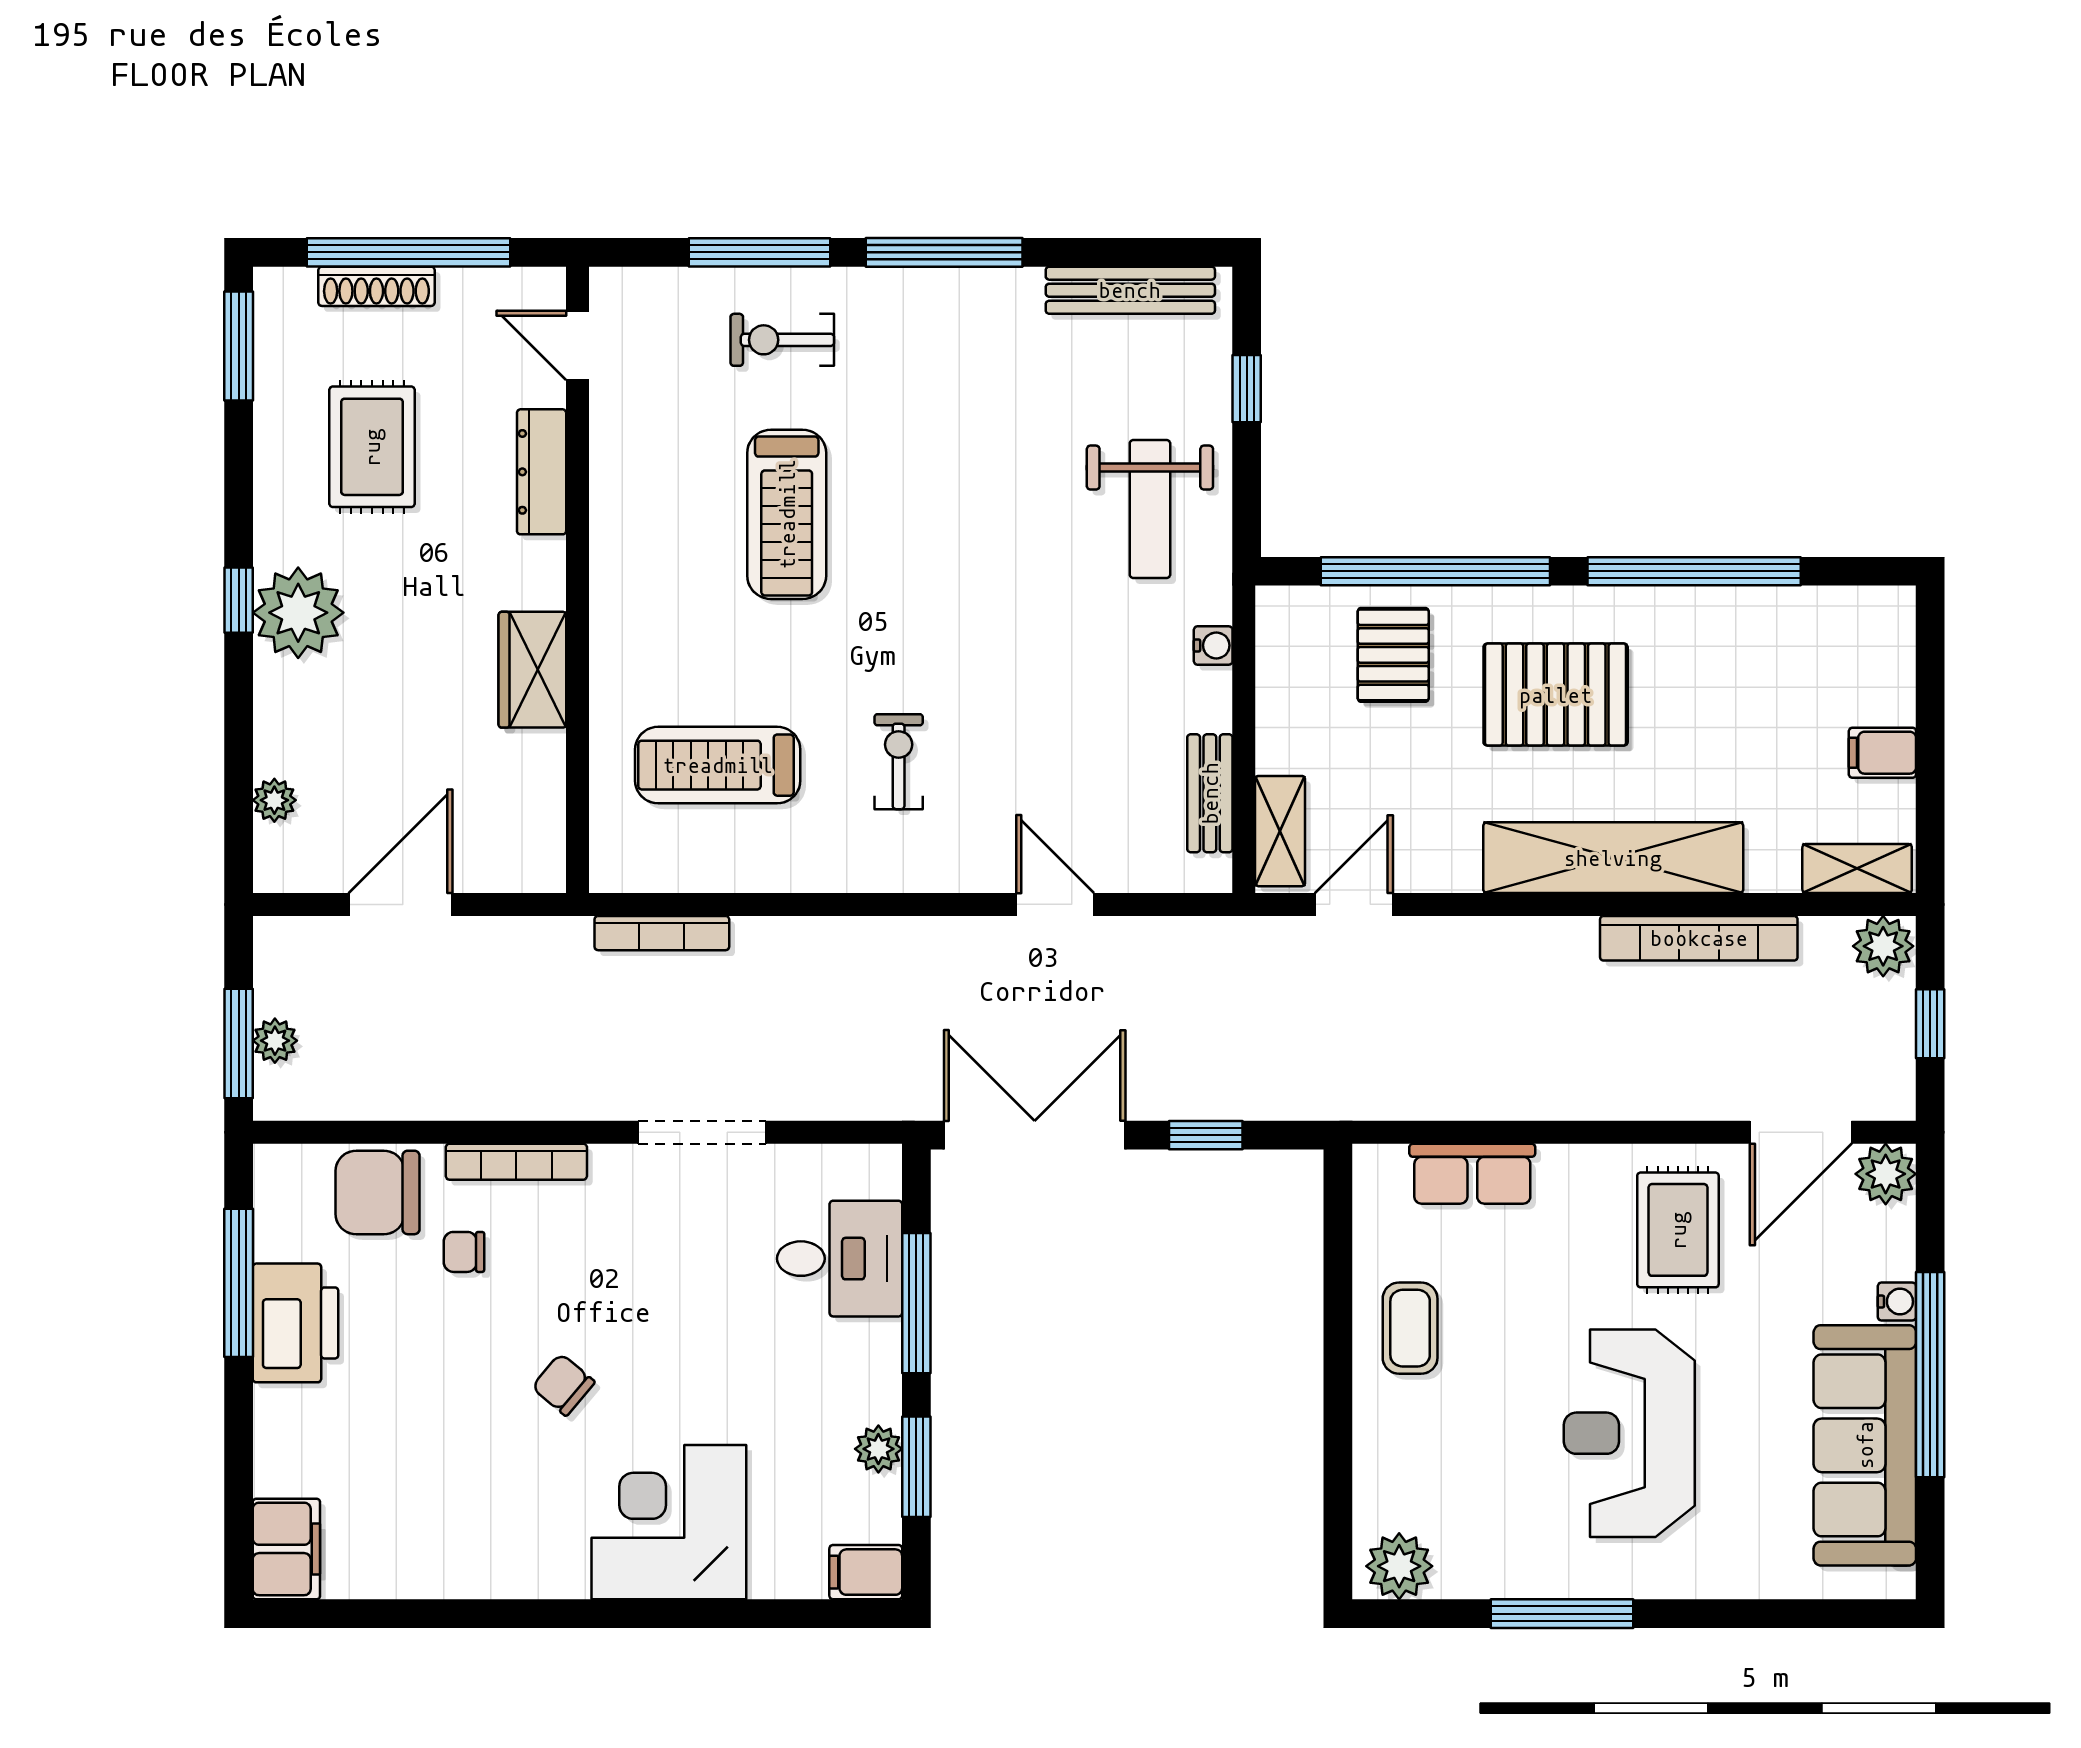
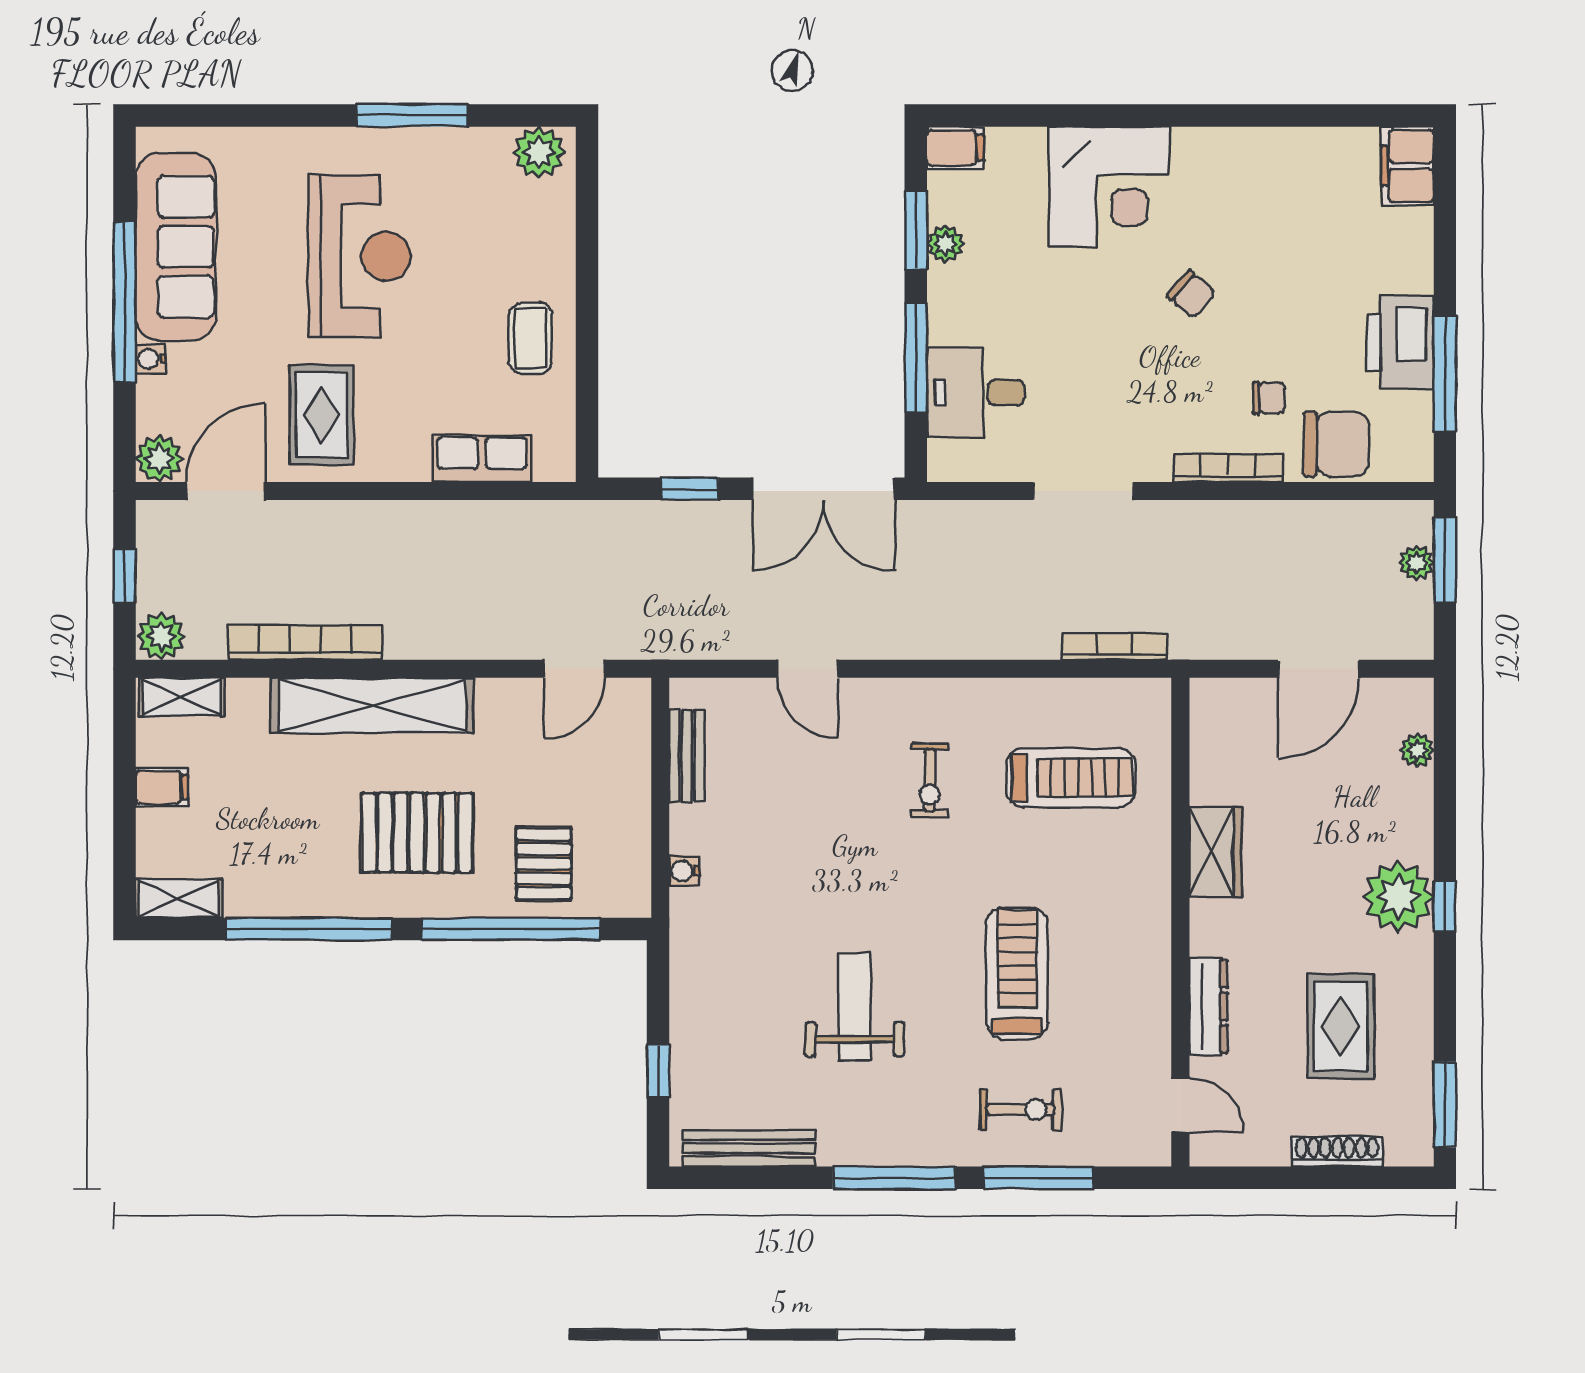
window: (409, 252) -> (1312, 1178), removed
weight bench: (1150, 509) -> (855, 1007), moved
shelving: (1280, 831) -> (179, 898), moved, turned 90

